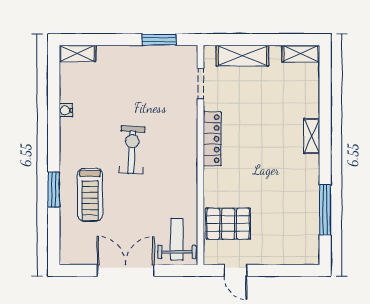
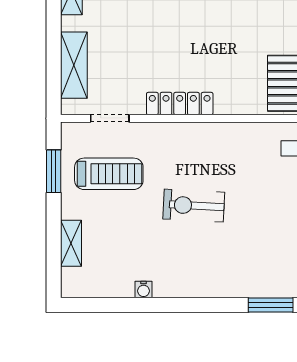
shelving: (77, 53) -> (71, 243), moved
window: (54, 190) -> (271, 305), moved
treadmill: (90, 195) -> (109, 174), moved

